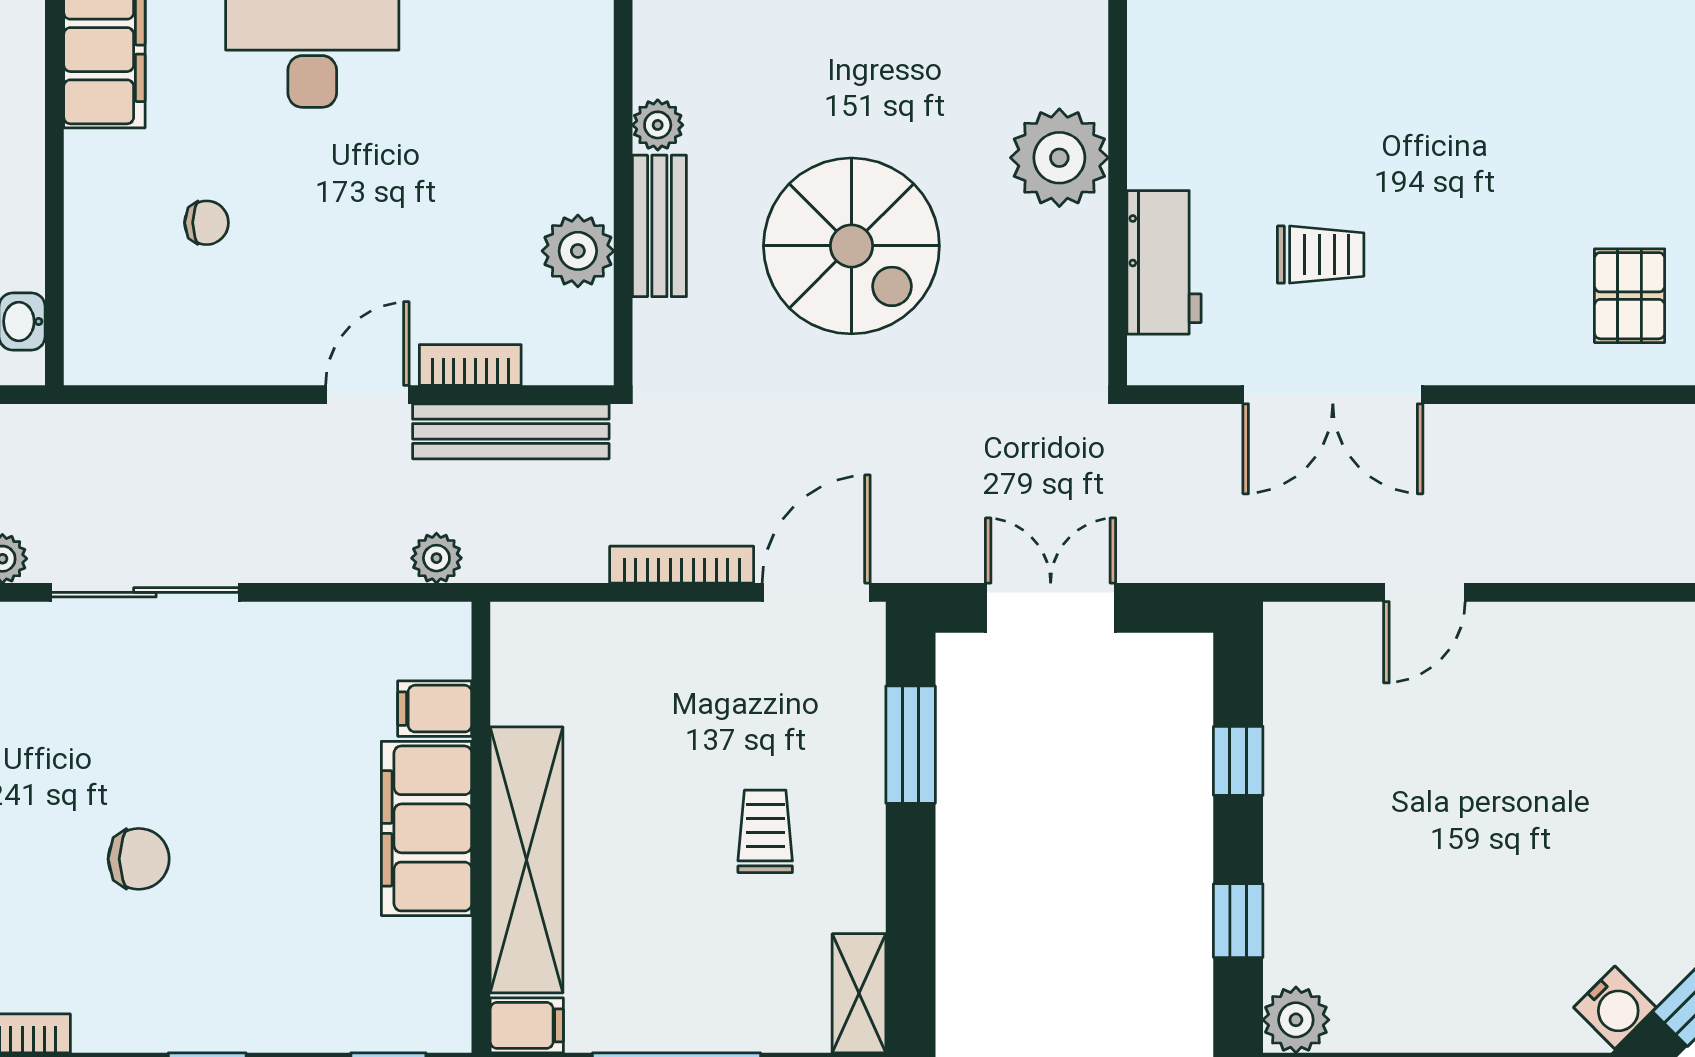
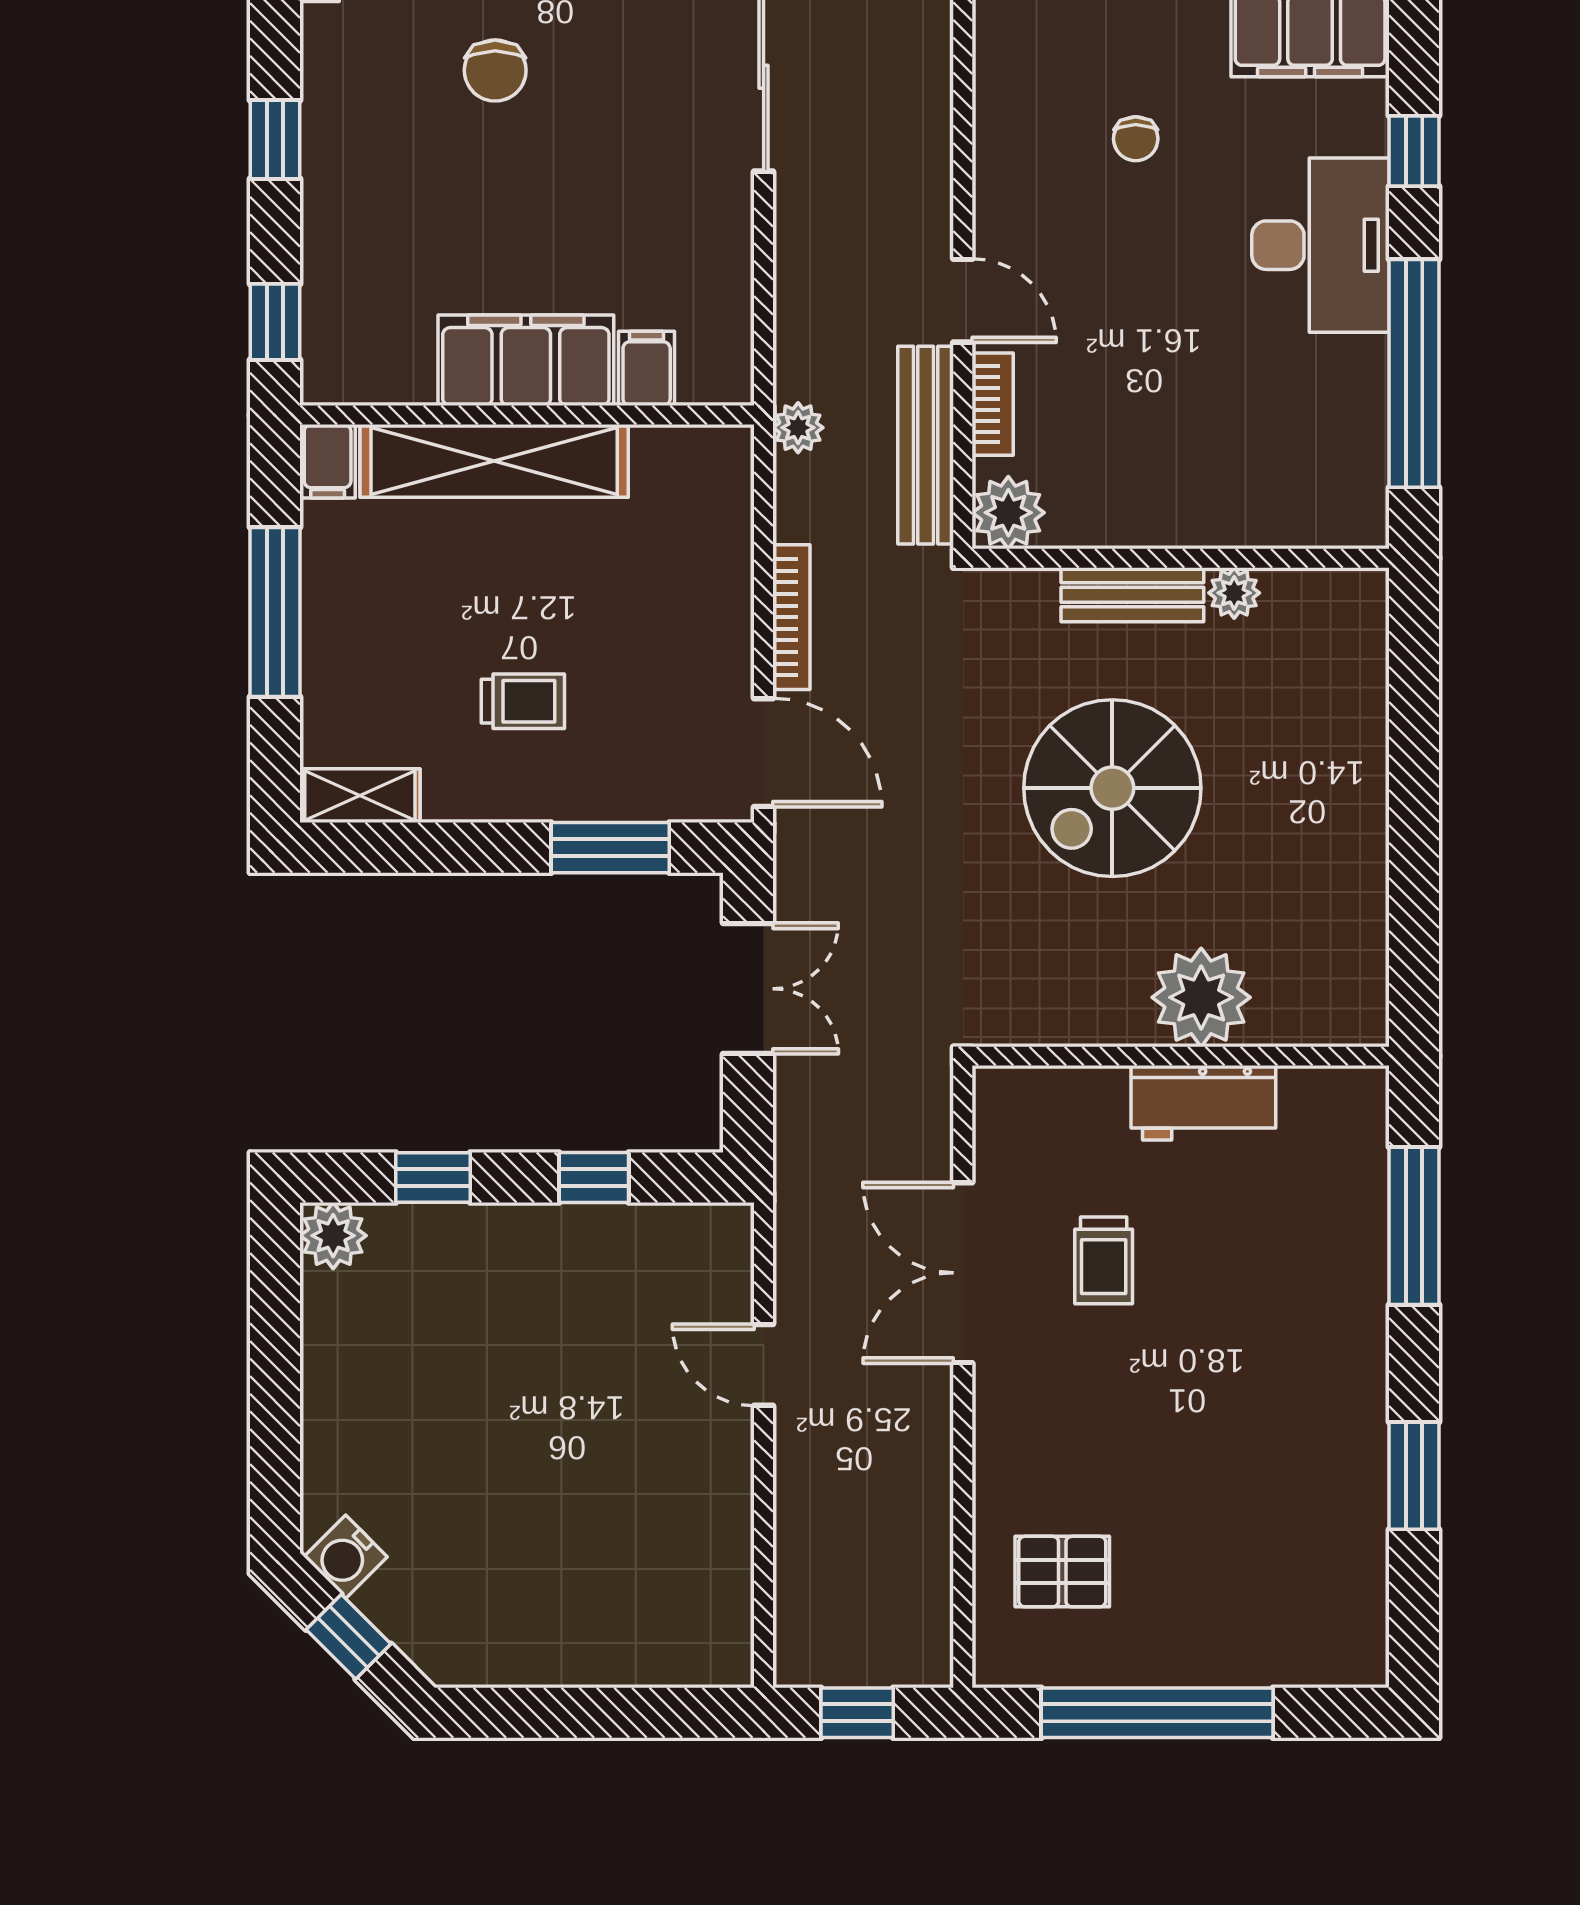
plant: (578, 251) -> (1008, 513), moved
workbench: (1164, 262) -> (1203, 1103), moved
plant: (436, 558) -> (798, 428), moved

